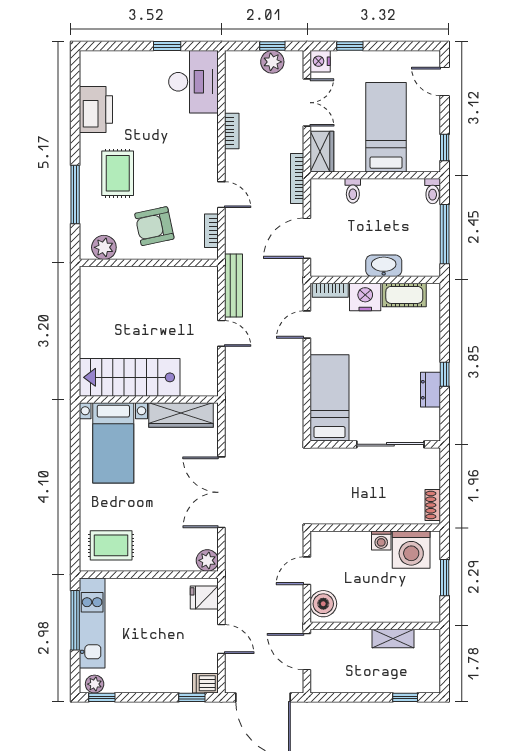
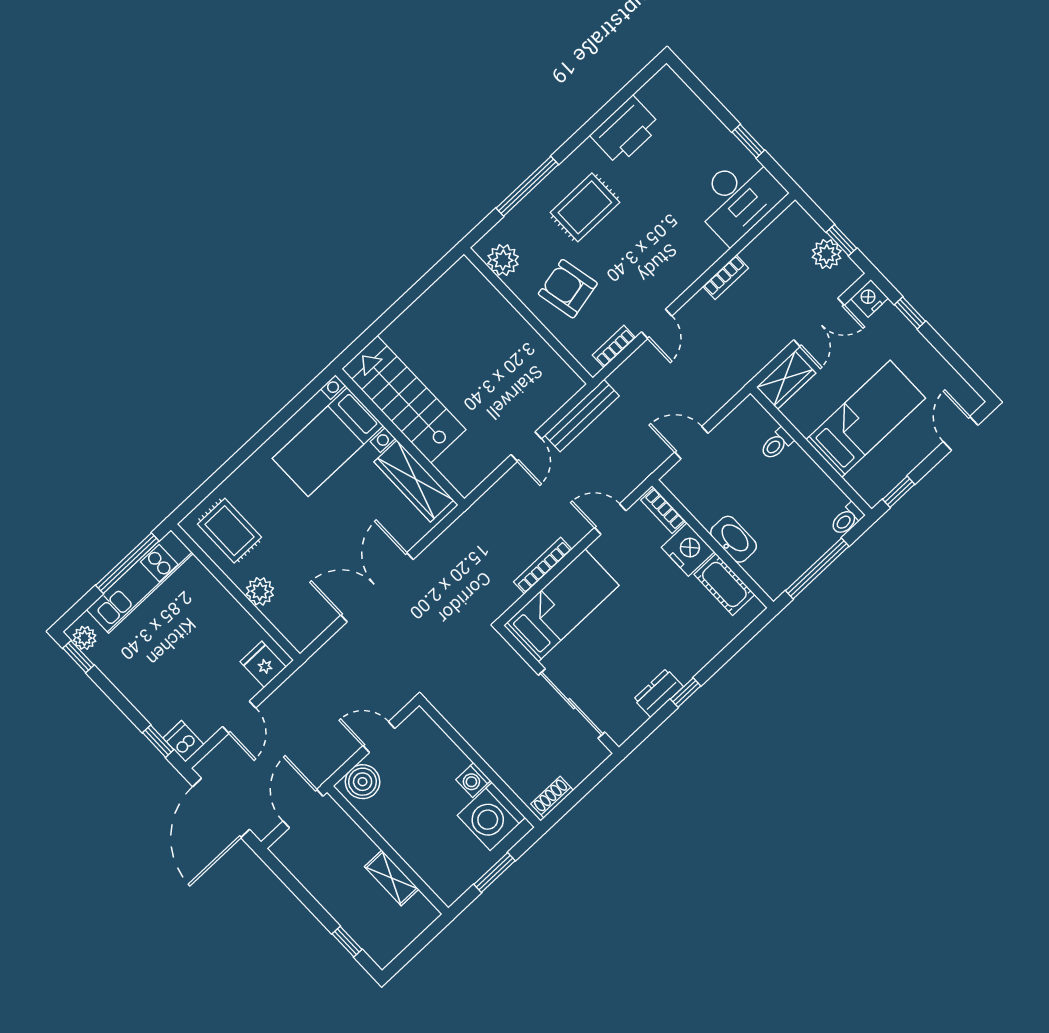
bookcase: (297, 178) -> (543, 566), moved
door: (307, 238) -> (691, 443), width x0.73
plant: (207, 560) -> (260, 591), moved

